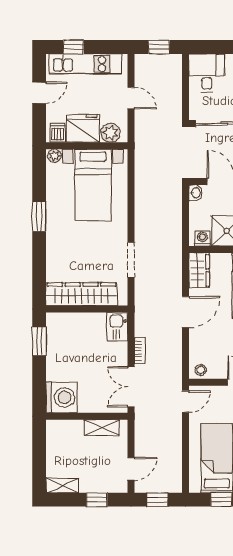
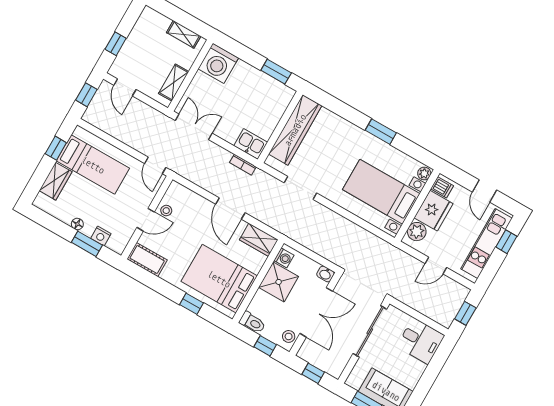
bookcase: (140, 351) -> (243, 165), moved
stool: (201, 370) -> (166, 211), moved
shelving: (62, 486) -> (184, 34), moved, turned 90

